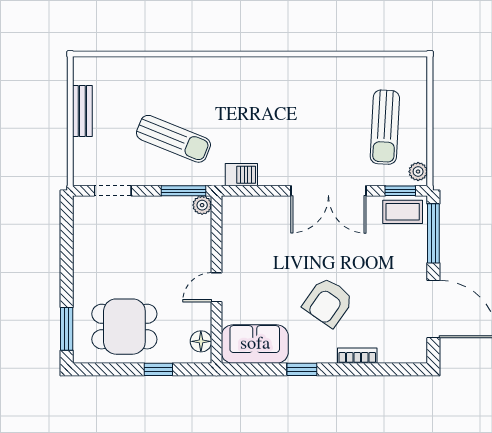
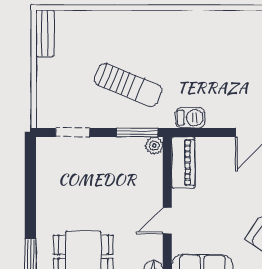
bench: (82, 111) -> (45, 33), moved
piano: (234, 224) -> (183, 163), added

